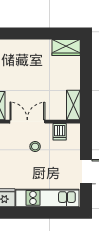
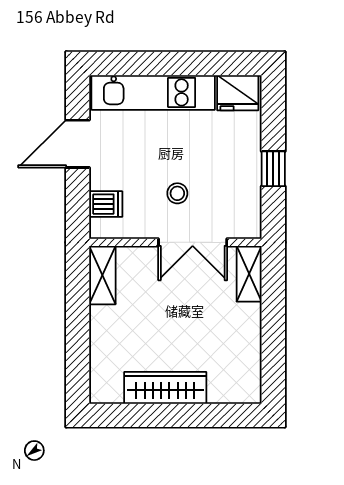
wardrobe: (66, 47) -> (165, 388), moved, width x1.50
dishwasher: (60, 132) -> (106, 204), moved, turned 90

